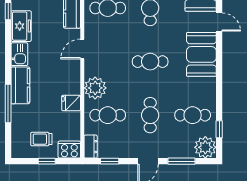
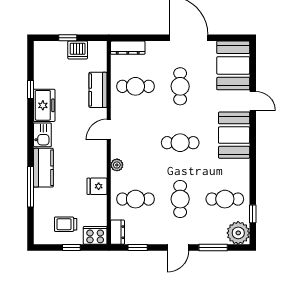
plant: (95, 88) -> (117, 165), width x0.53, depth x0.53

